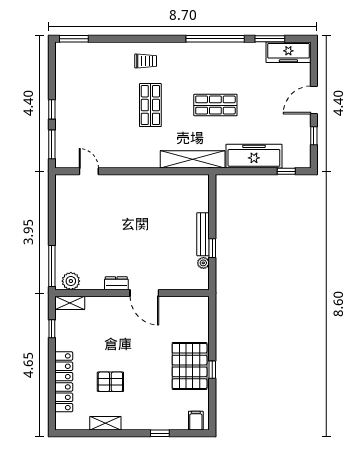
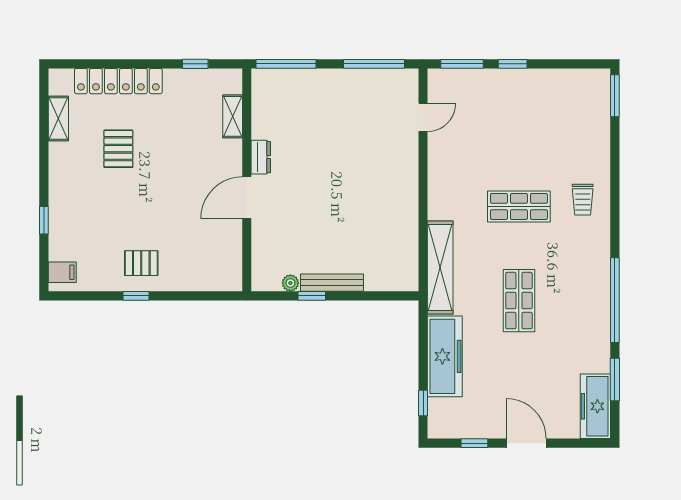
window: (52, 205) -> (374, 64), added
plant: (71, 281) -> (264, 91), removed
shelving: (70, 303) -> (233, 116), moved
pallet: (190, 366) -> (141, 263), width x0.49, depth x0.50
shelving: (105, 423) -> (58, 118), moved

